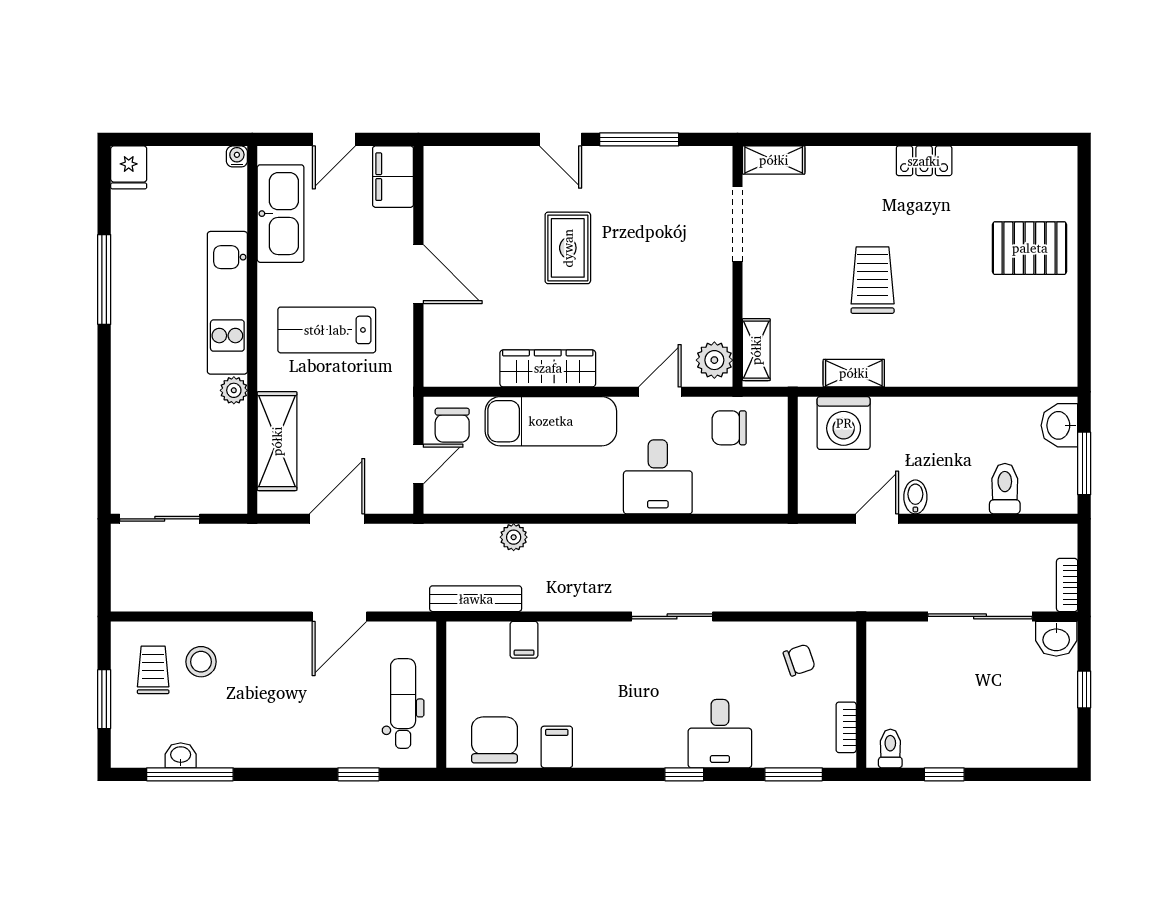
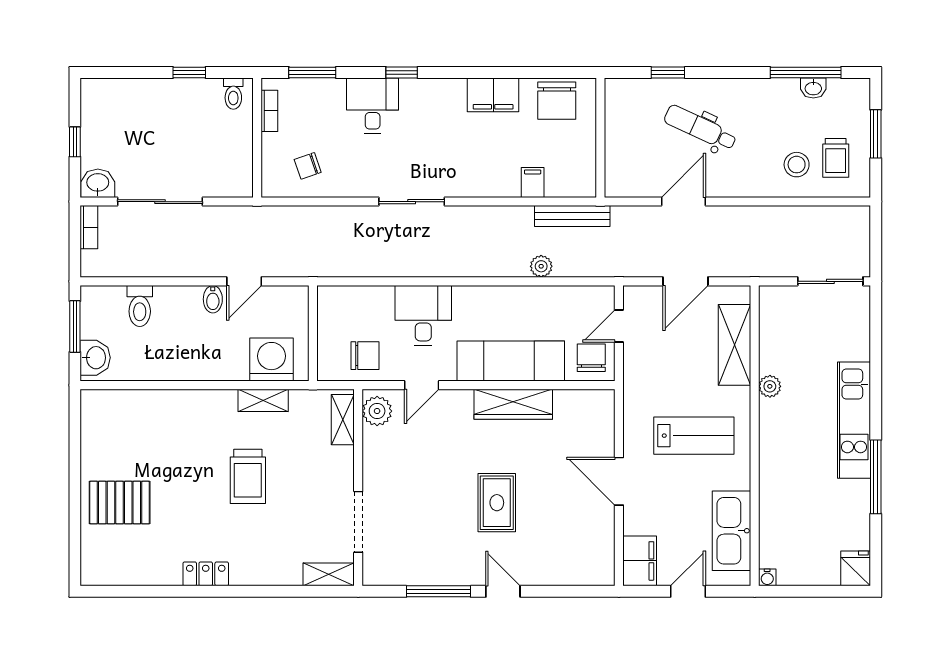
kitchen unit: (227, 303) -> (854, 420), moved, turned 180
dental chair: (403, 703) -> (700, 128), moved, turned 115
filing cabinet: (557, 747) -> (493, 95), width x2.00

